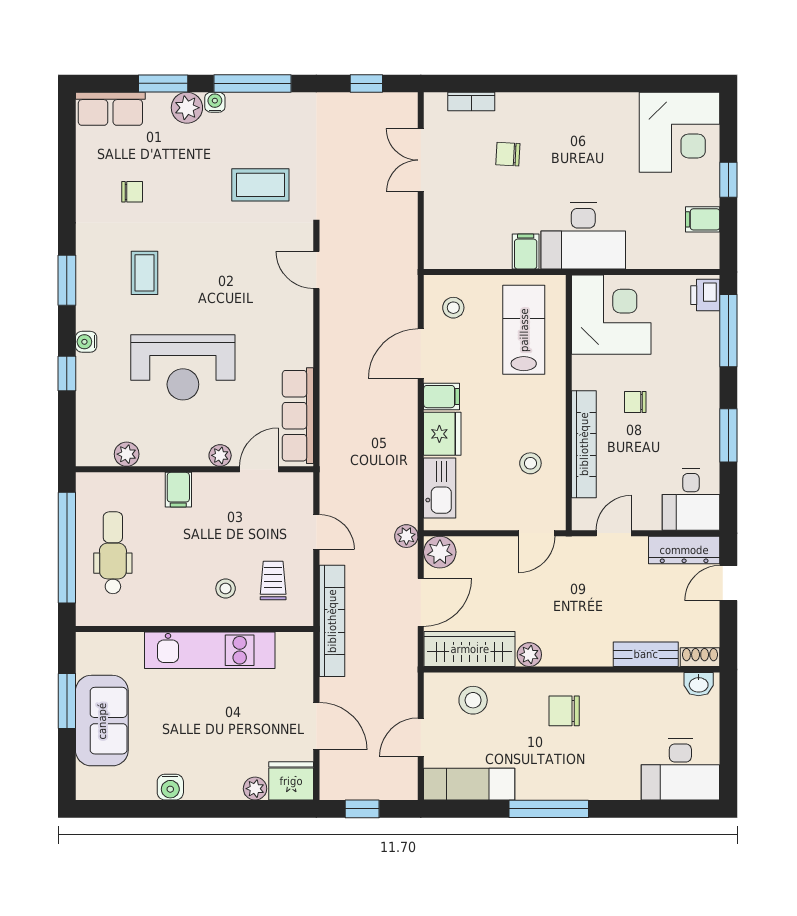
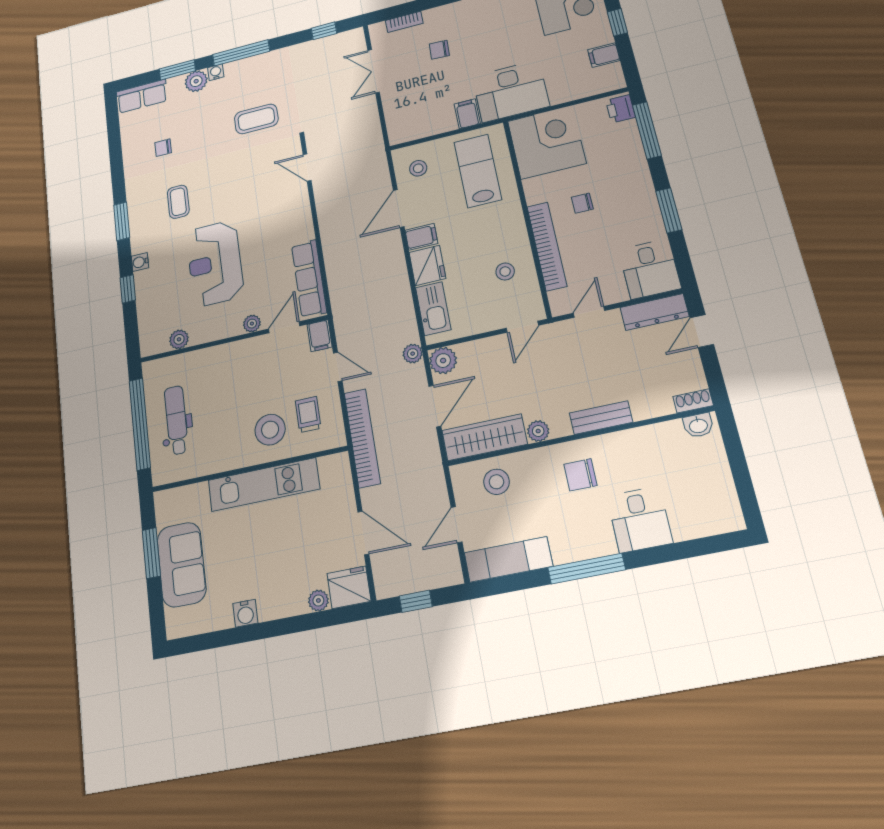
chair: (132, 192) -> (163, 148), turned 180
reception desk: (183, 367) -> (215, 263), turned 90
filing cabinet: (178, 490) -> (320, 336), moved
stool: (226, 588) -> (270, 430), width x1.89, depth x1.89
bench: (646, 654) -> (601, 418), moved
desk: (680, 769) -> (640, 519), moved, width x0.73

